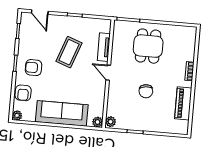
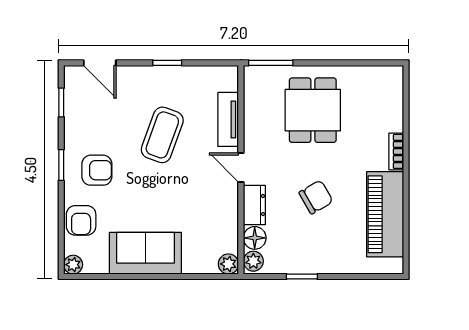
armchair: (34, 68) -> (97, 170), turned 180
chair: (146, 91) -> (316, 197), turned -114
dresser: (114, 93) -> (254, 205), added
piano: (183, 103) -> (385, 214), width x1.37, depth x1.33
floor lamp: (112, 110) -> (255, 238), added
sofa: (62, 113) -> (145, 253), width x0.73

